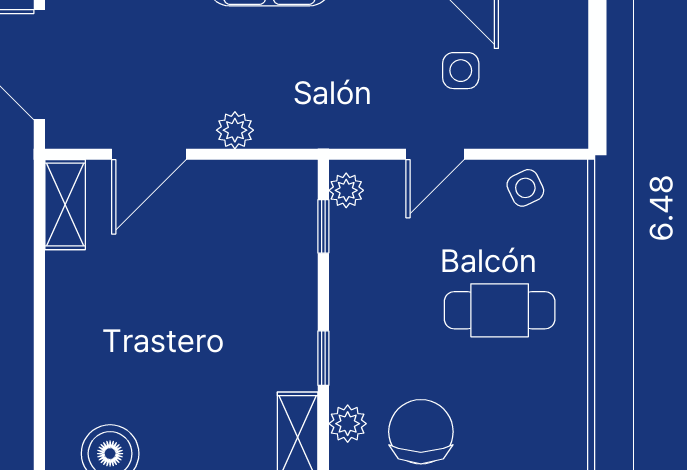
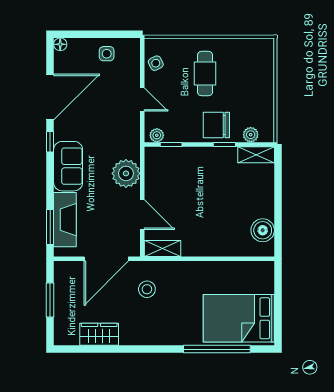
side table: (461, 71) -> (107, 54), moved
plant: (235, 130) -> (126, 173), width x1.88, depth x1.88
chair: (421, 432) -> (216, 125), moved

